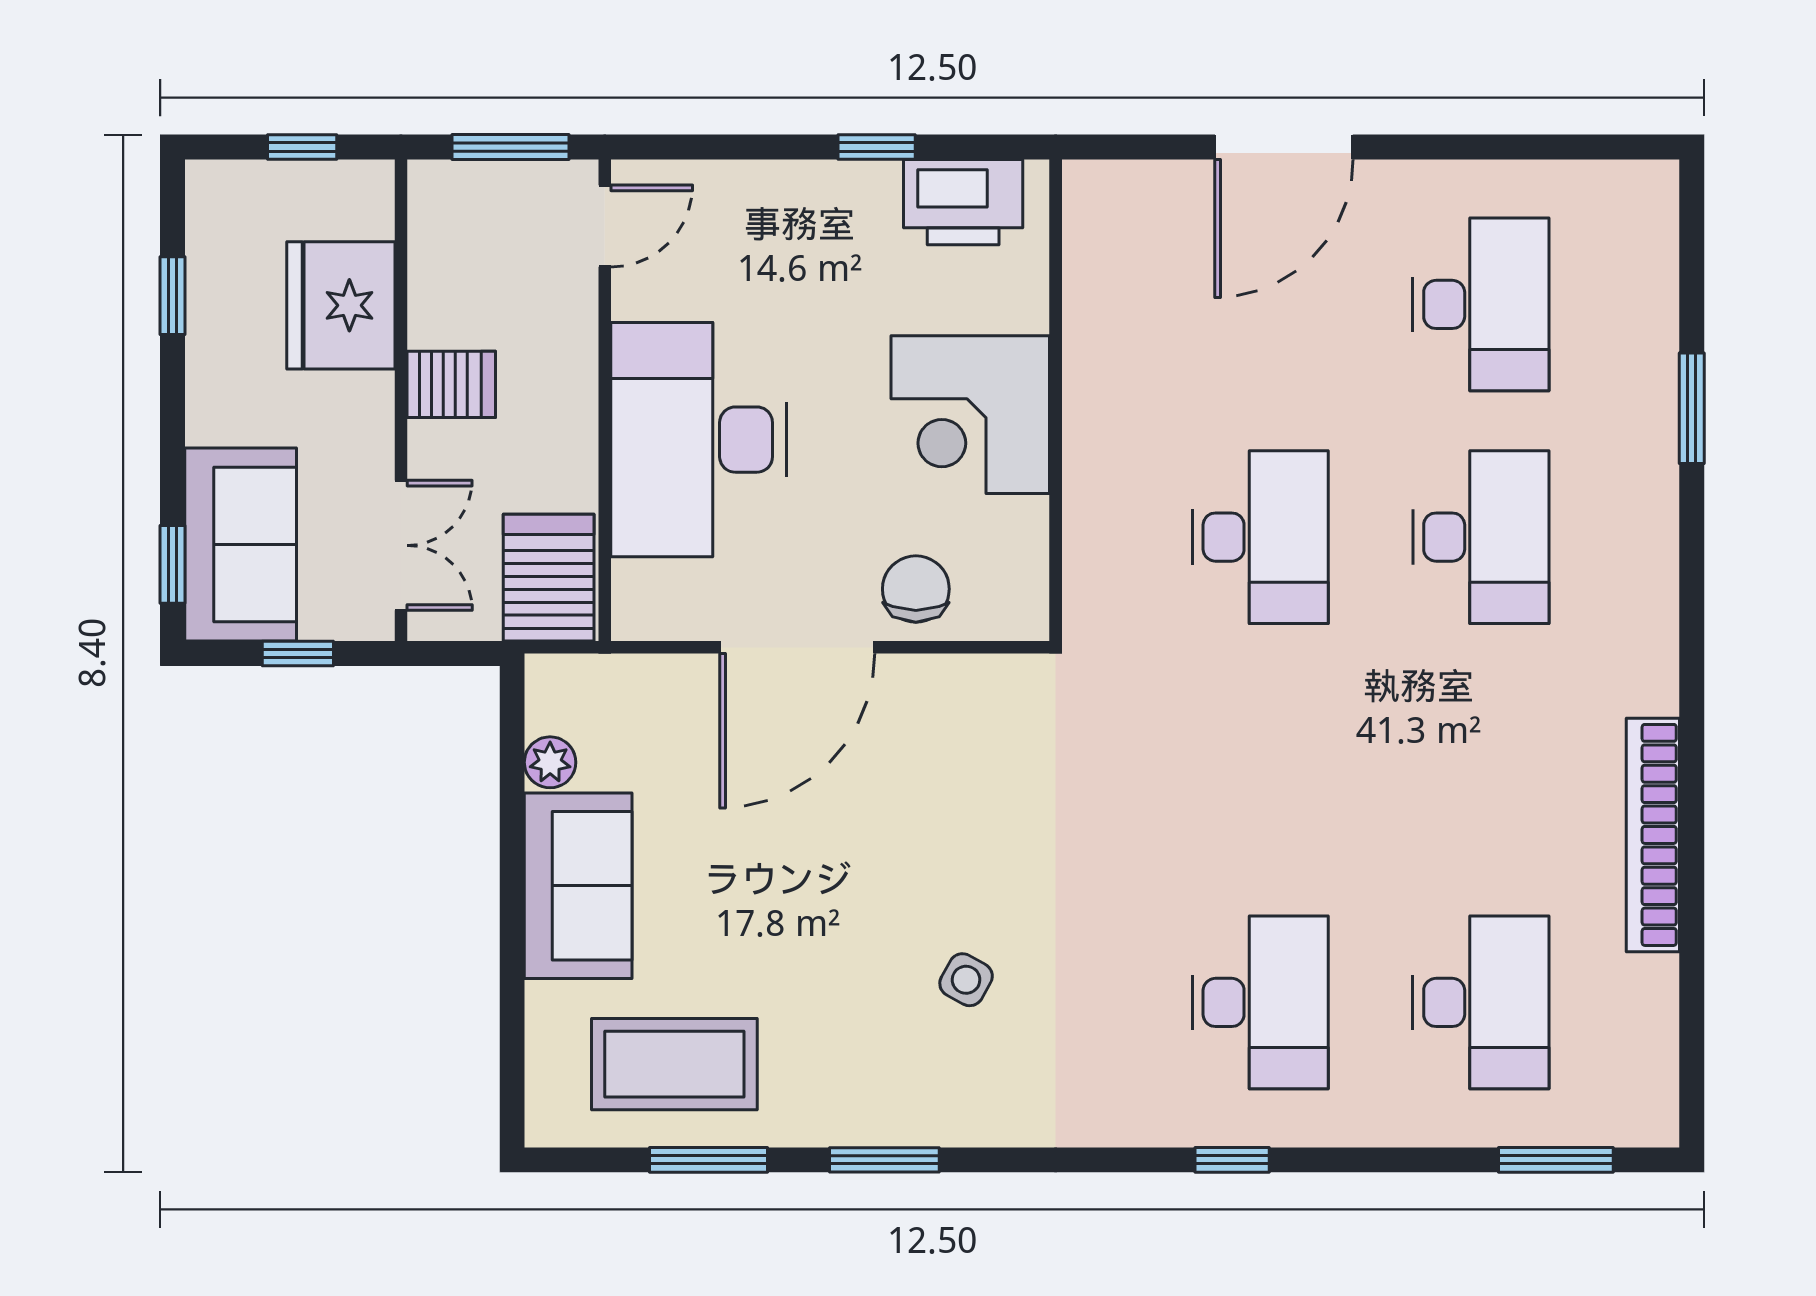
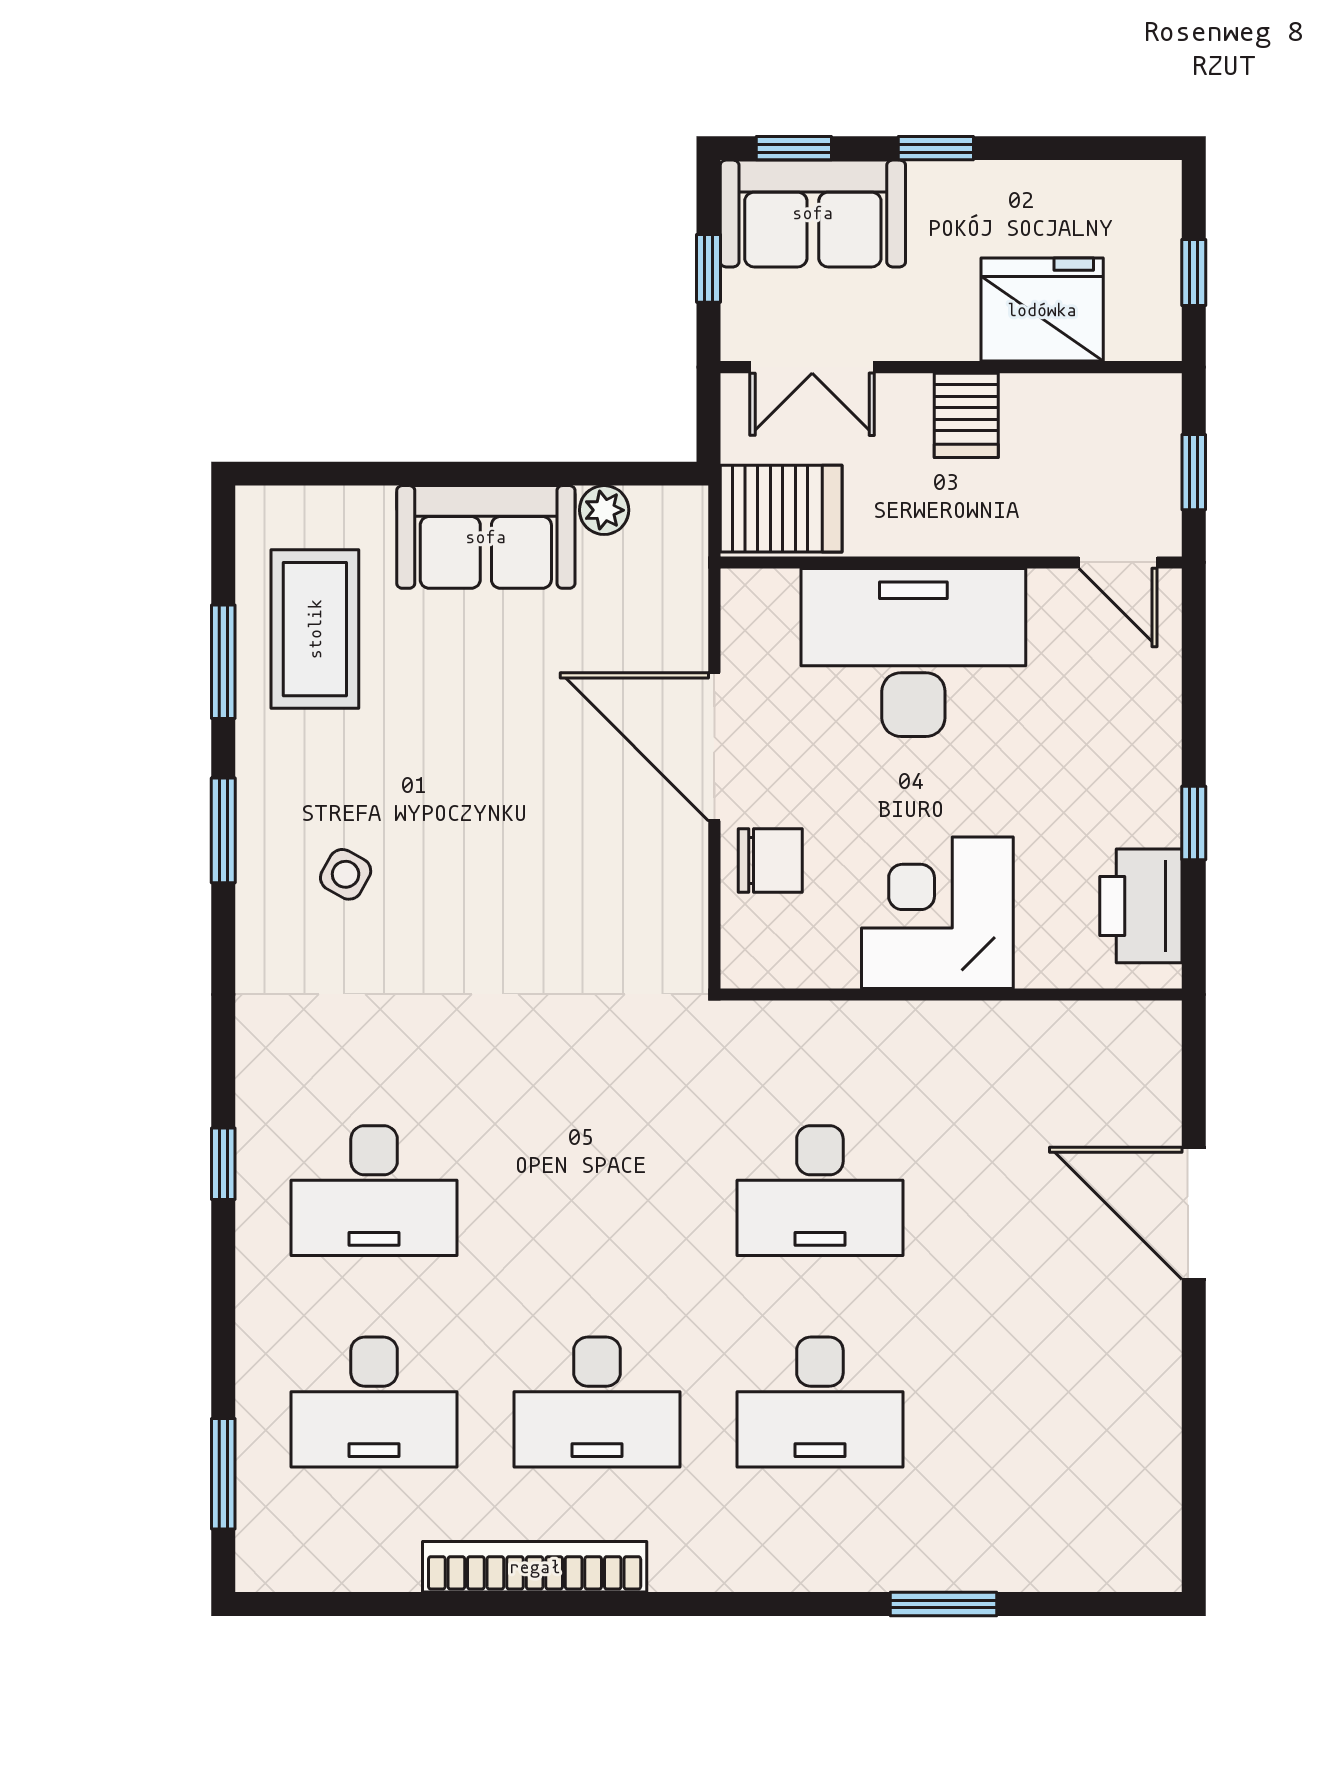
window: (511, 147) -> (1194, 472), width x0.67
window: (172, 296) -> (936, 148), moved
desk: (1481, 304) -> (597, 1402), moved
side table: (966, 980) -> (346, 874), moved

